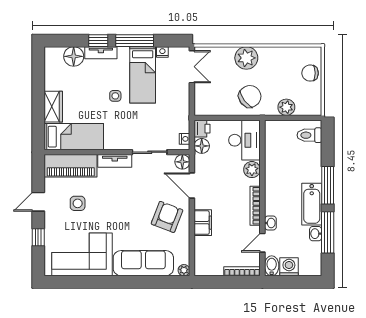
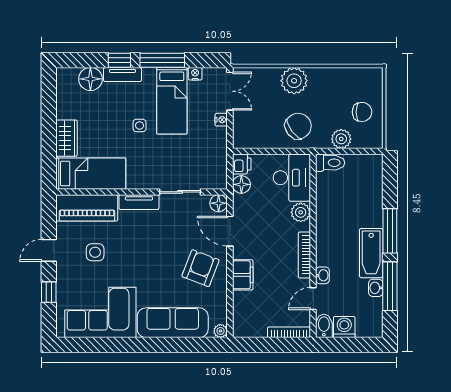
chair: (310, 73) -> (362, 112), moved, turned 180
toilet: (309, 135) -> (330, 163), moved, turned 180
nightstand: (185, 139) -> (221, 120), moved

